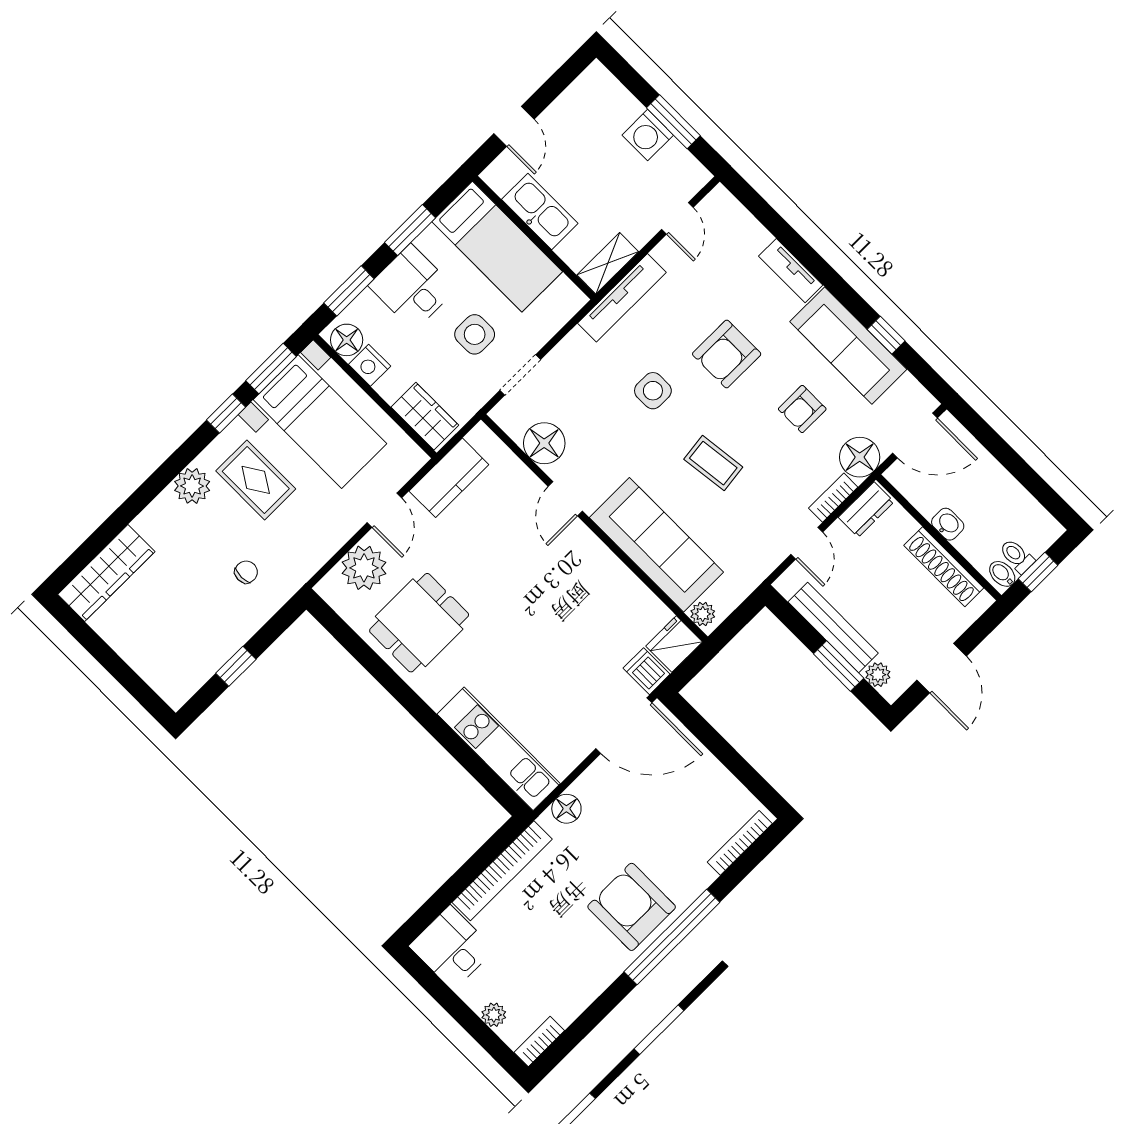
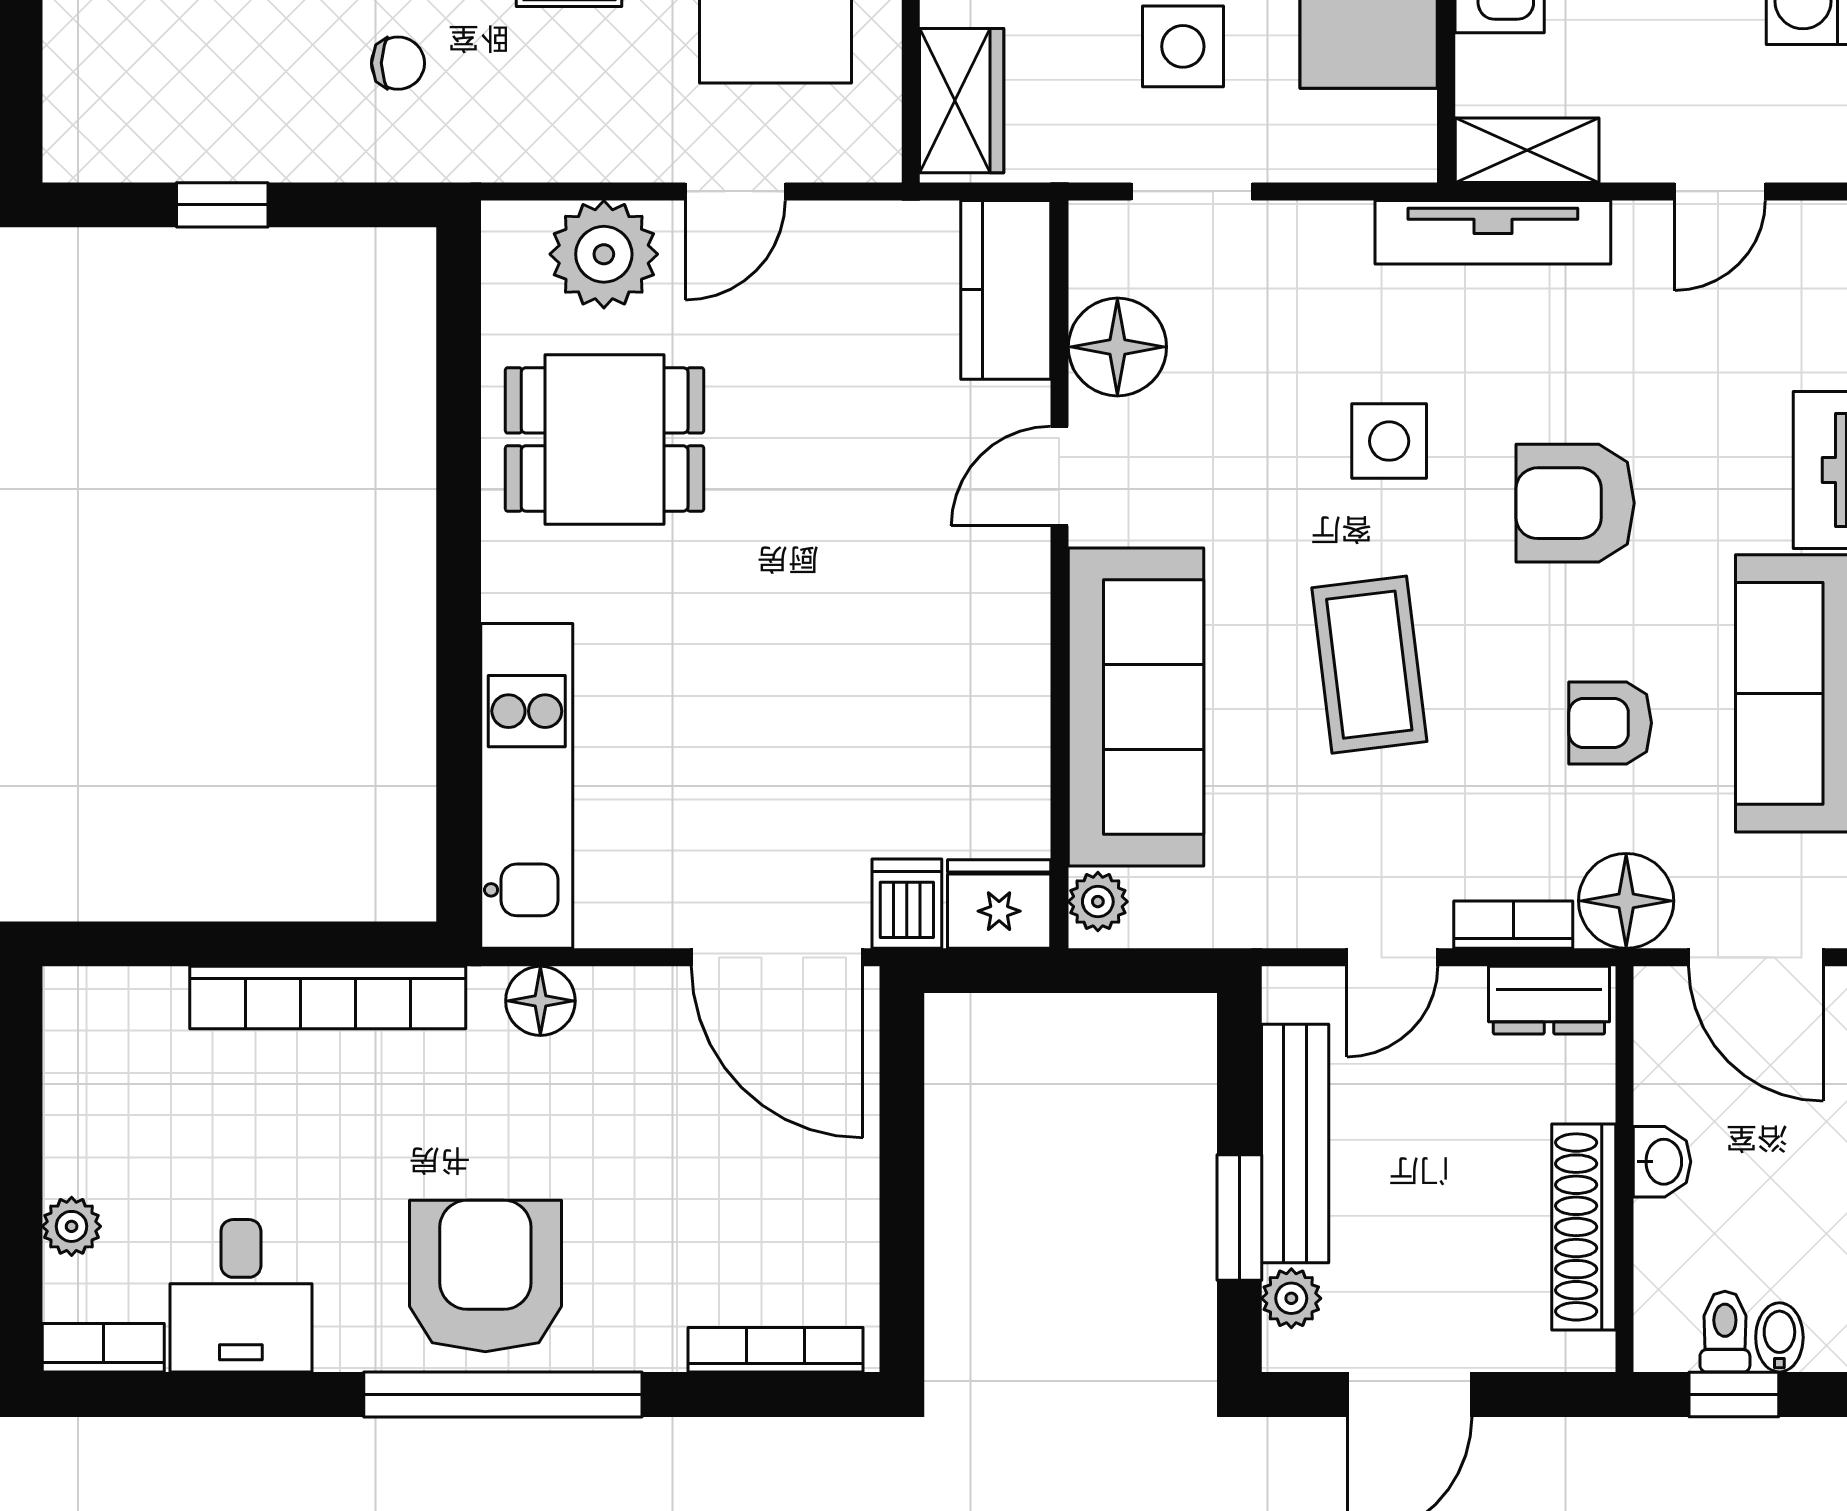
coffee table: (713, 463) -> (1369, 665), width x1.36, depth x1.30
kitchen counter: (449, 478) -> (1006, 290), moved, turned 90
bidet: (1002, 574) -> (1779, 1337), moved
desk: (452, 948) -> (241, 1296), moved, turned 180

